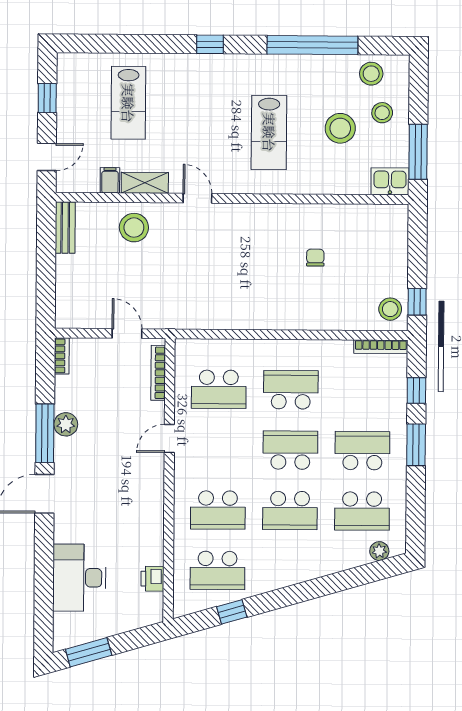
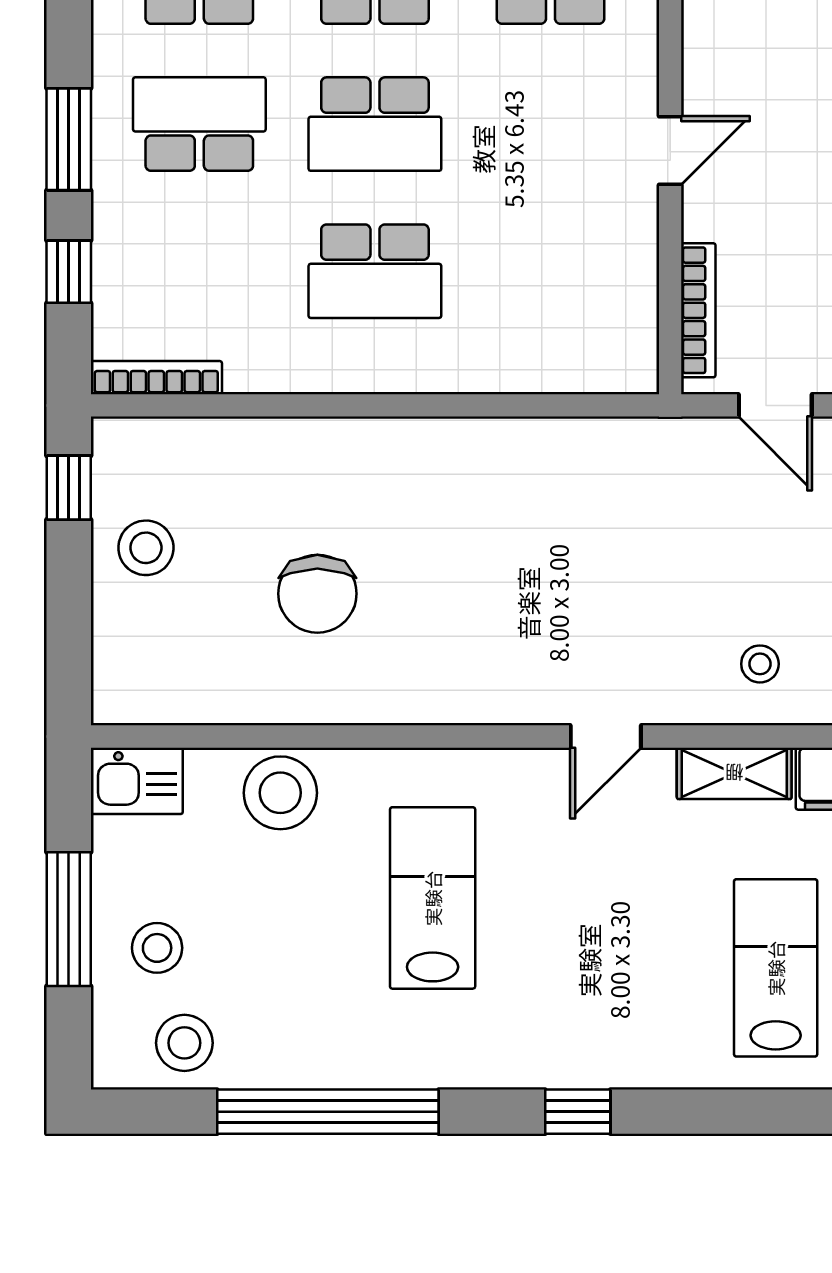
stool: (340, 128) -> (280, 793), moved
window: (418, 152) -> (69, 919), moved
door: (197, 198) -> (606, 736), hinge flipped
stool: (134, 228) -> (760, 664), width x0.53, depth x0.53
chair: (315, 258) -> (317, 594), width x1.87, depth x1.87
stool: (390, 309) -> (146, 548), moved
school desk: (219, 389) -> (551, 271), removed
school desk: (362, 451) -> (199, 124), turned 180

